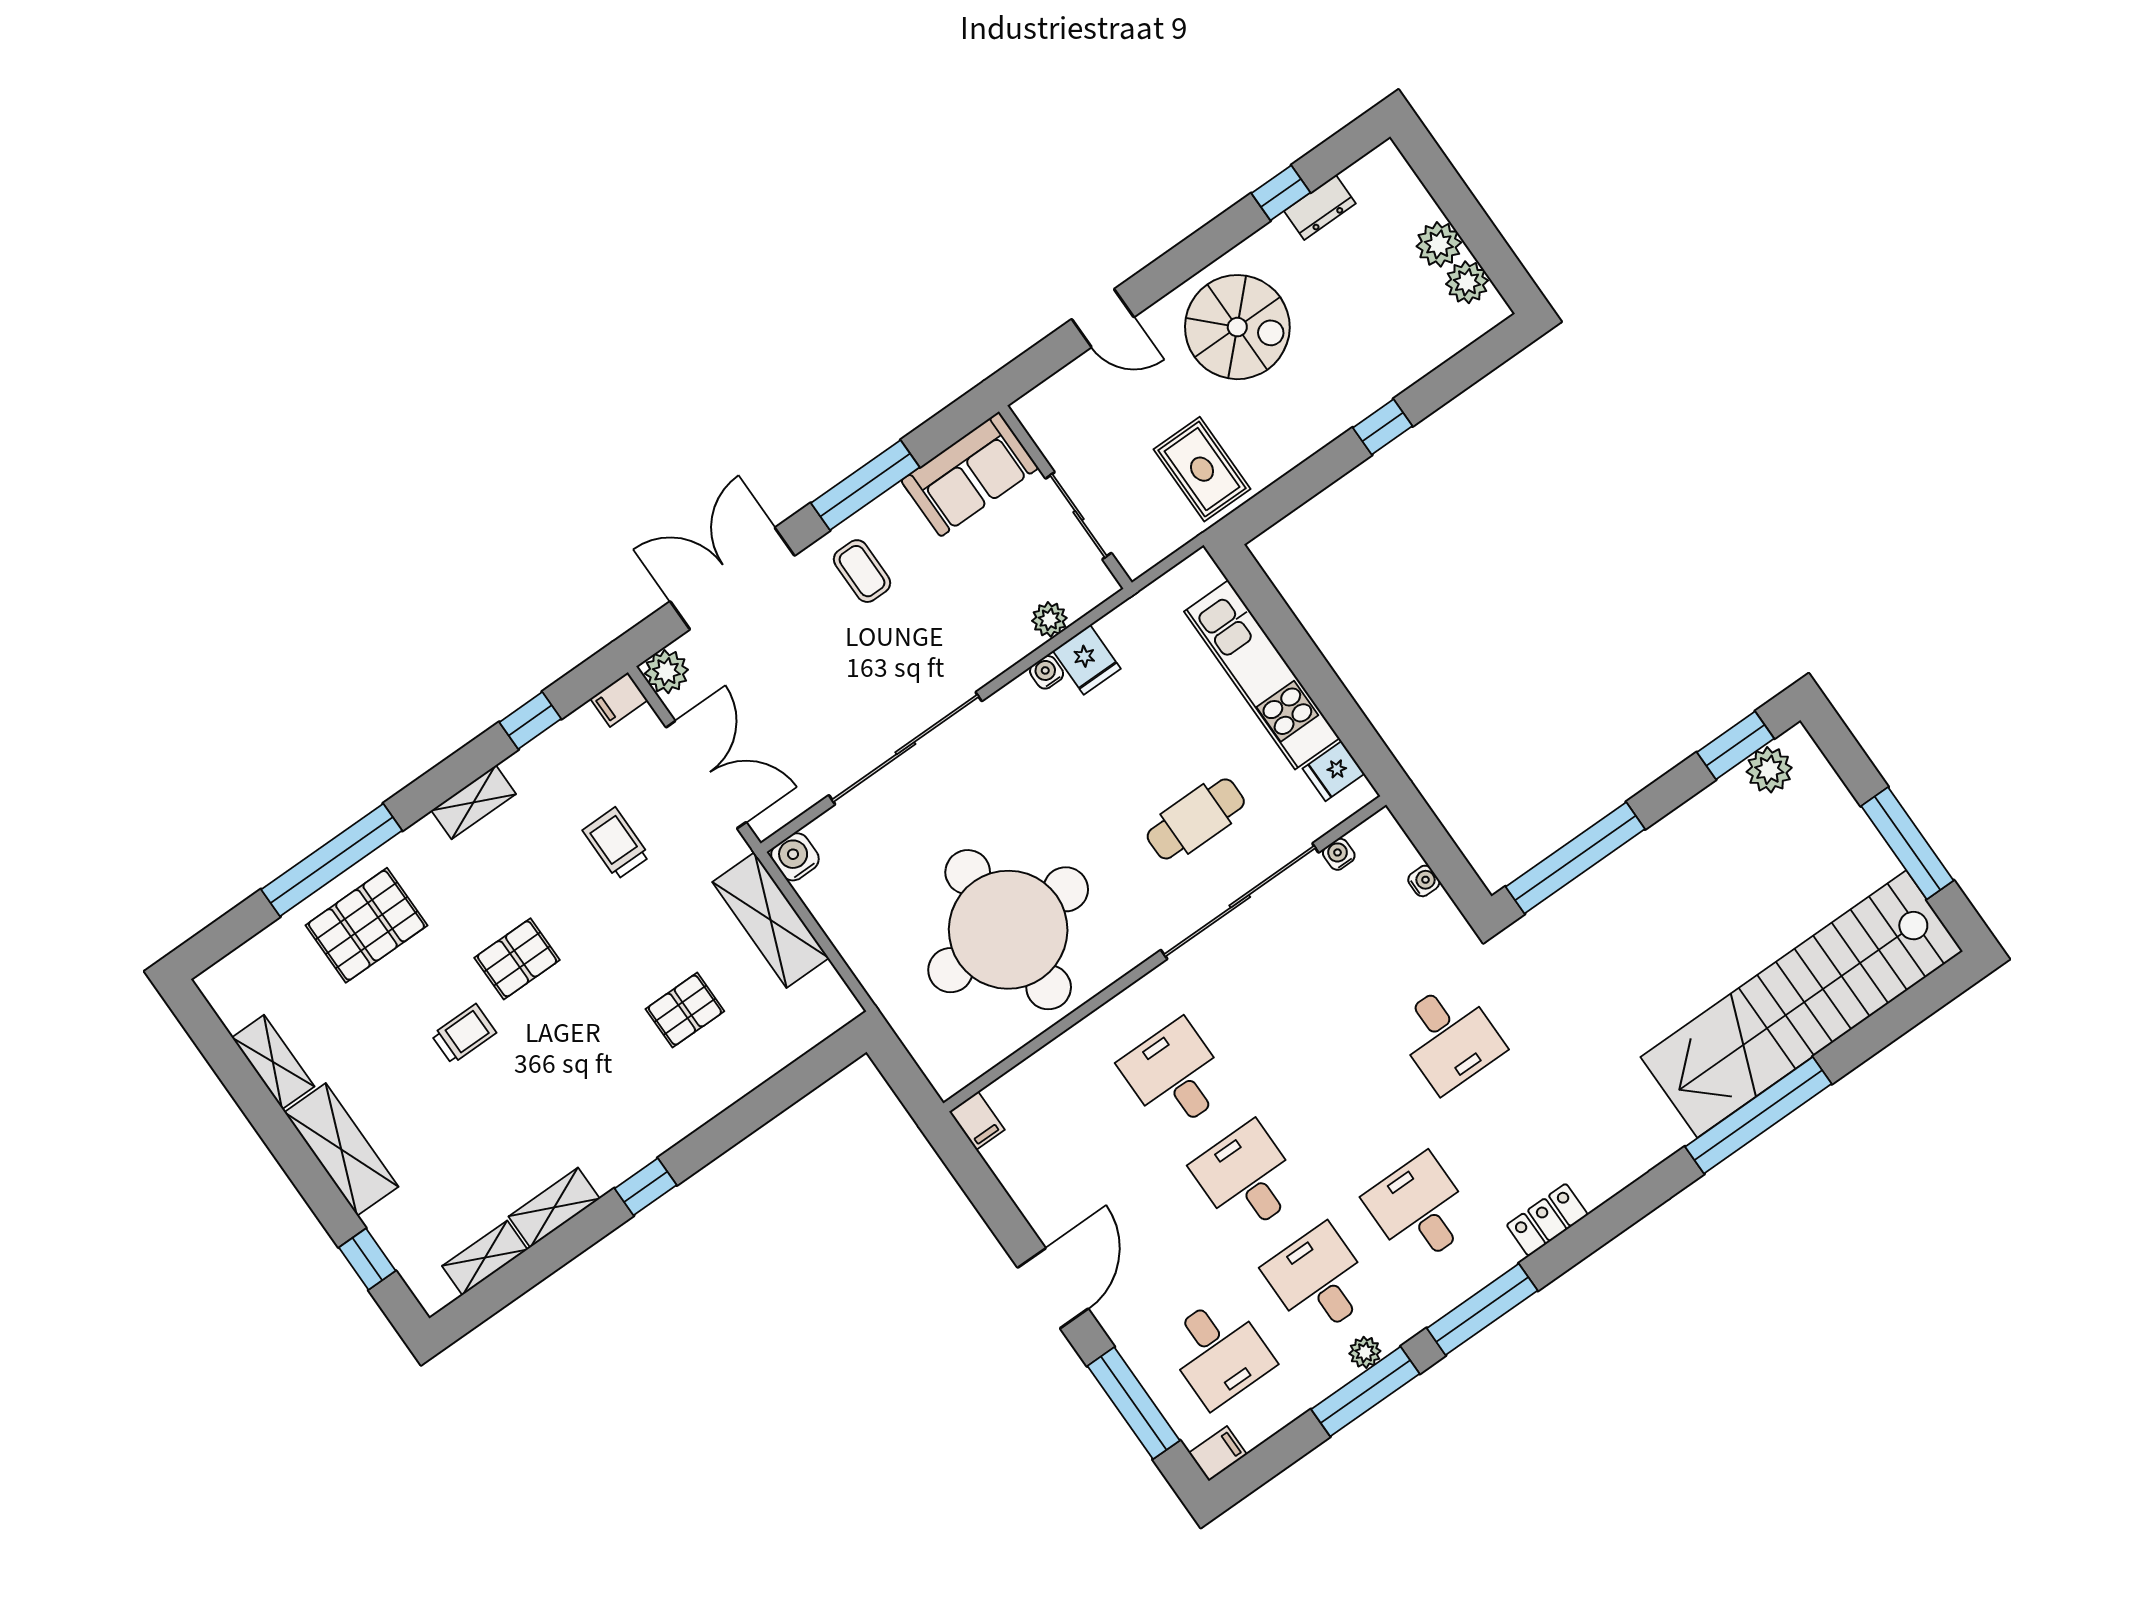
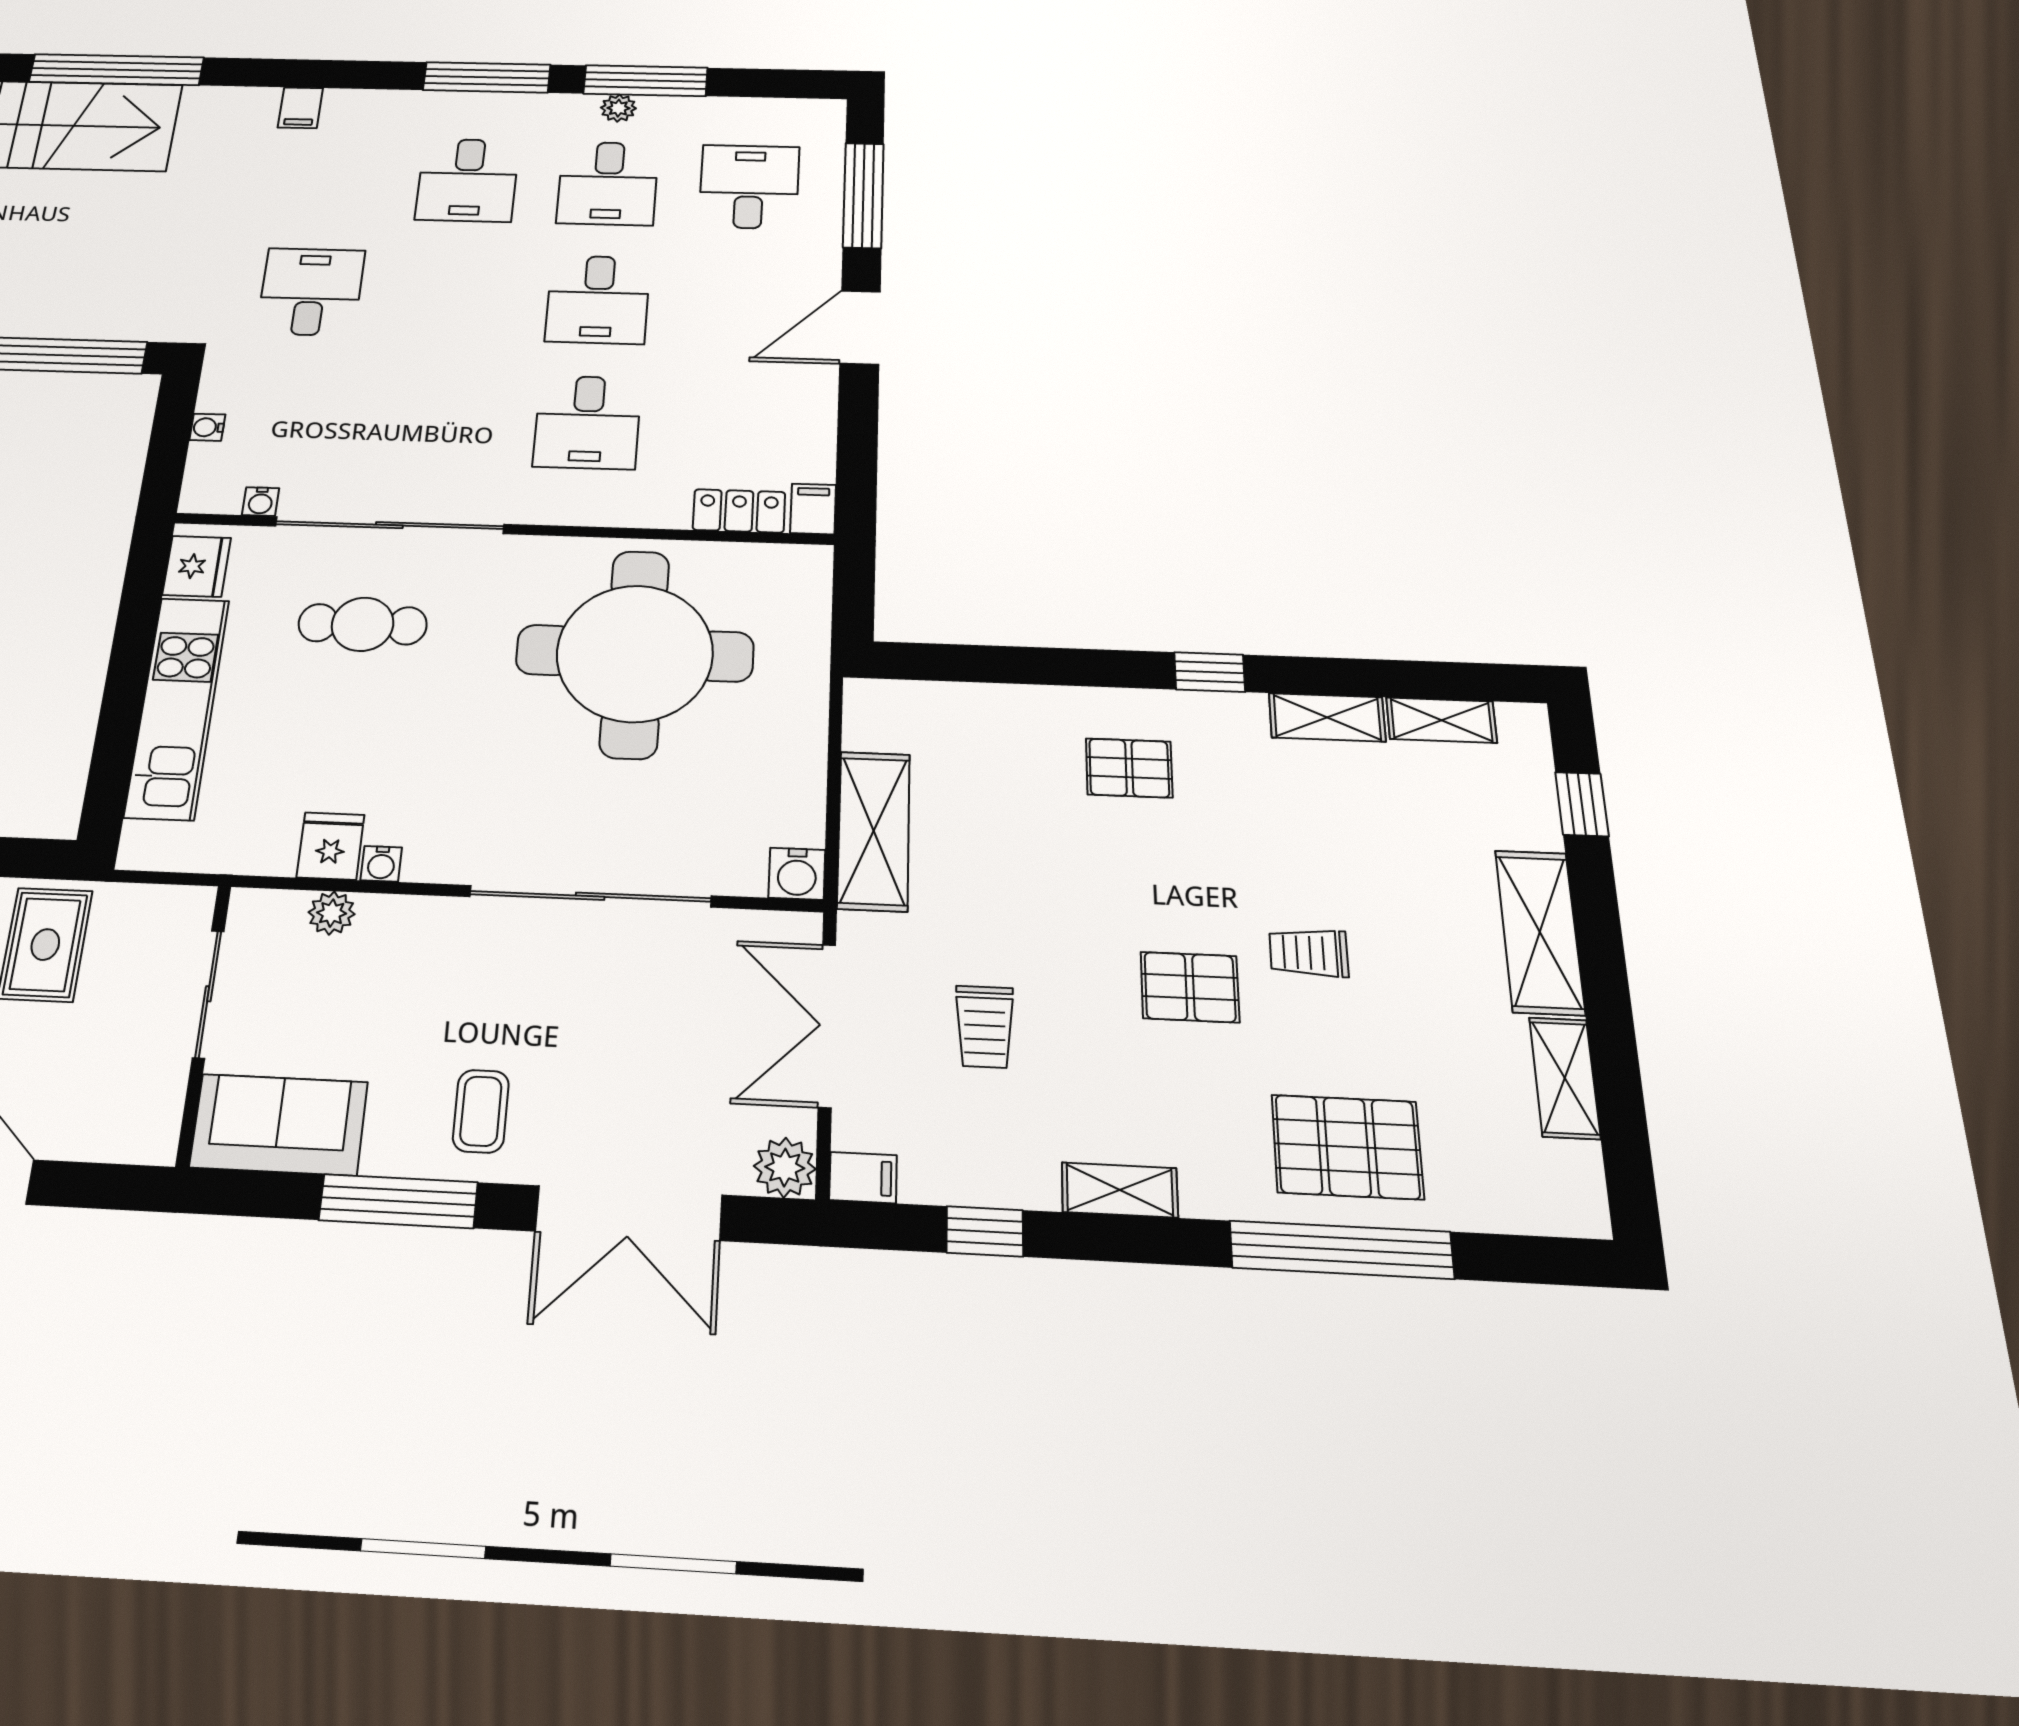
fridge: (1334, 771) -> (197, 566), width x1.38
pallet: (685, 1010) -> (1129, 768), moved
locker: (1547, 1220) -> (739, 511), moved, turned 180
filing cabinet: (1218, 1454) -> (300, 108), moved, turned -90

